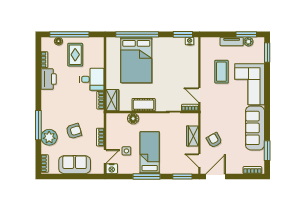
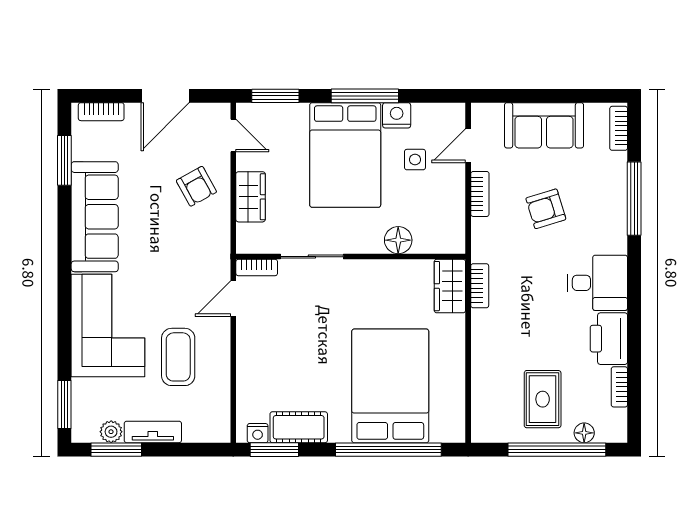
desk: (92, 79) -> (598, 283), moved, turned 180
door: (199, 95) -> (233, 299), swing flipped
cot: (144, 105) -> (299, 427), moved
window: (38, 125) -> (634, 199), moved
plant: (49, 137) -> (607, 193), removed
bed: (150, 153) -> (345, 155), width x1.50
nightstand: (112, 169) -> (397, 115), moved
door: (216, 176) -> (165, 96), moved

